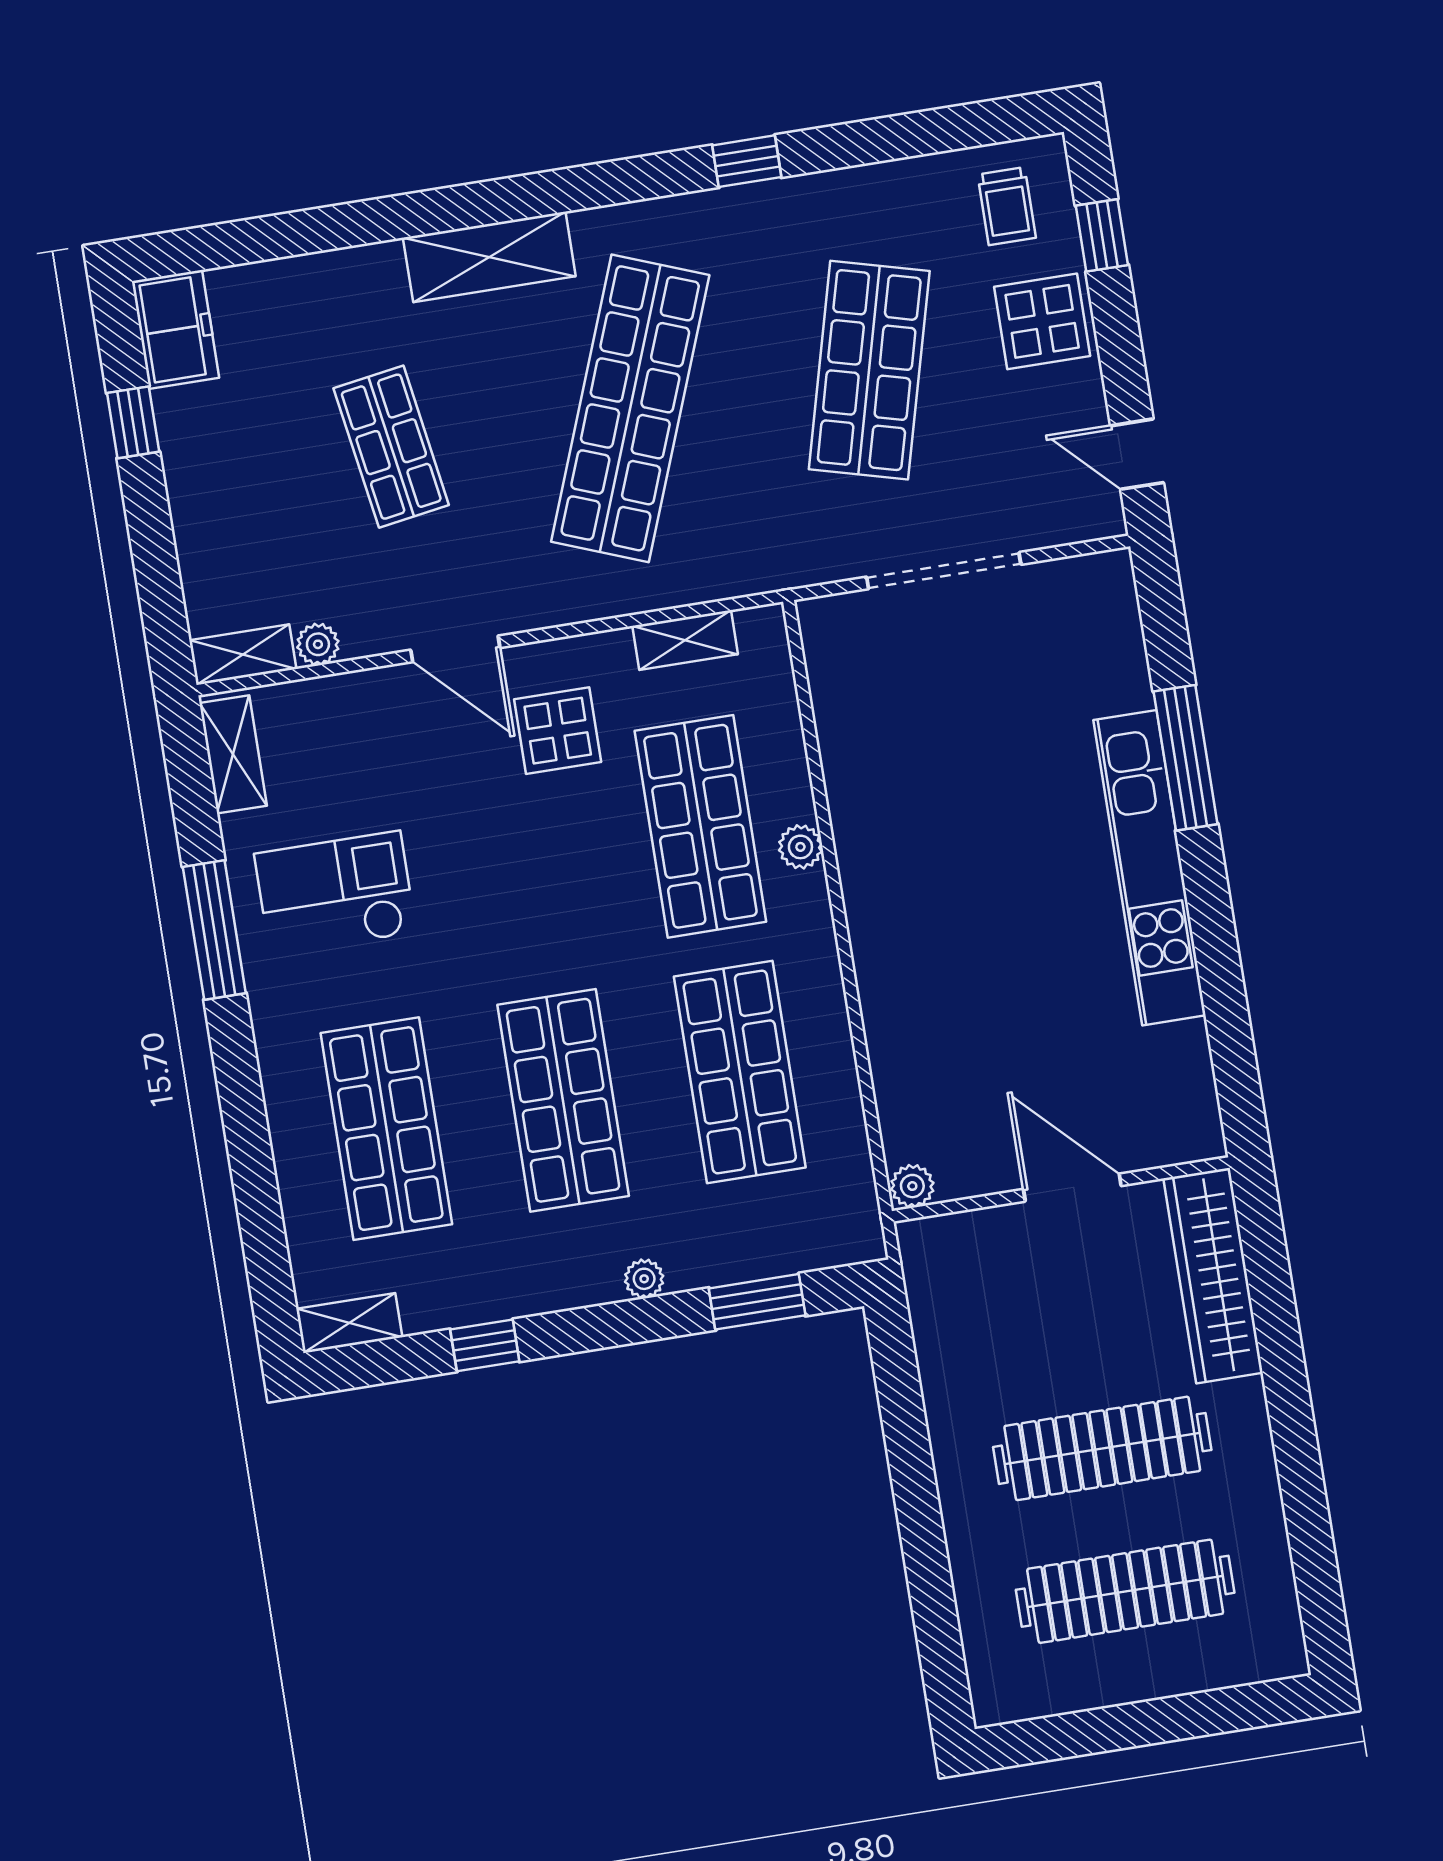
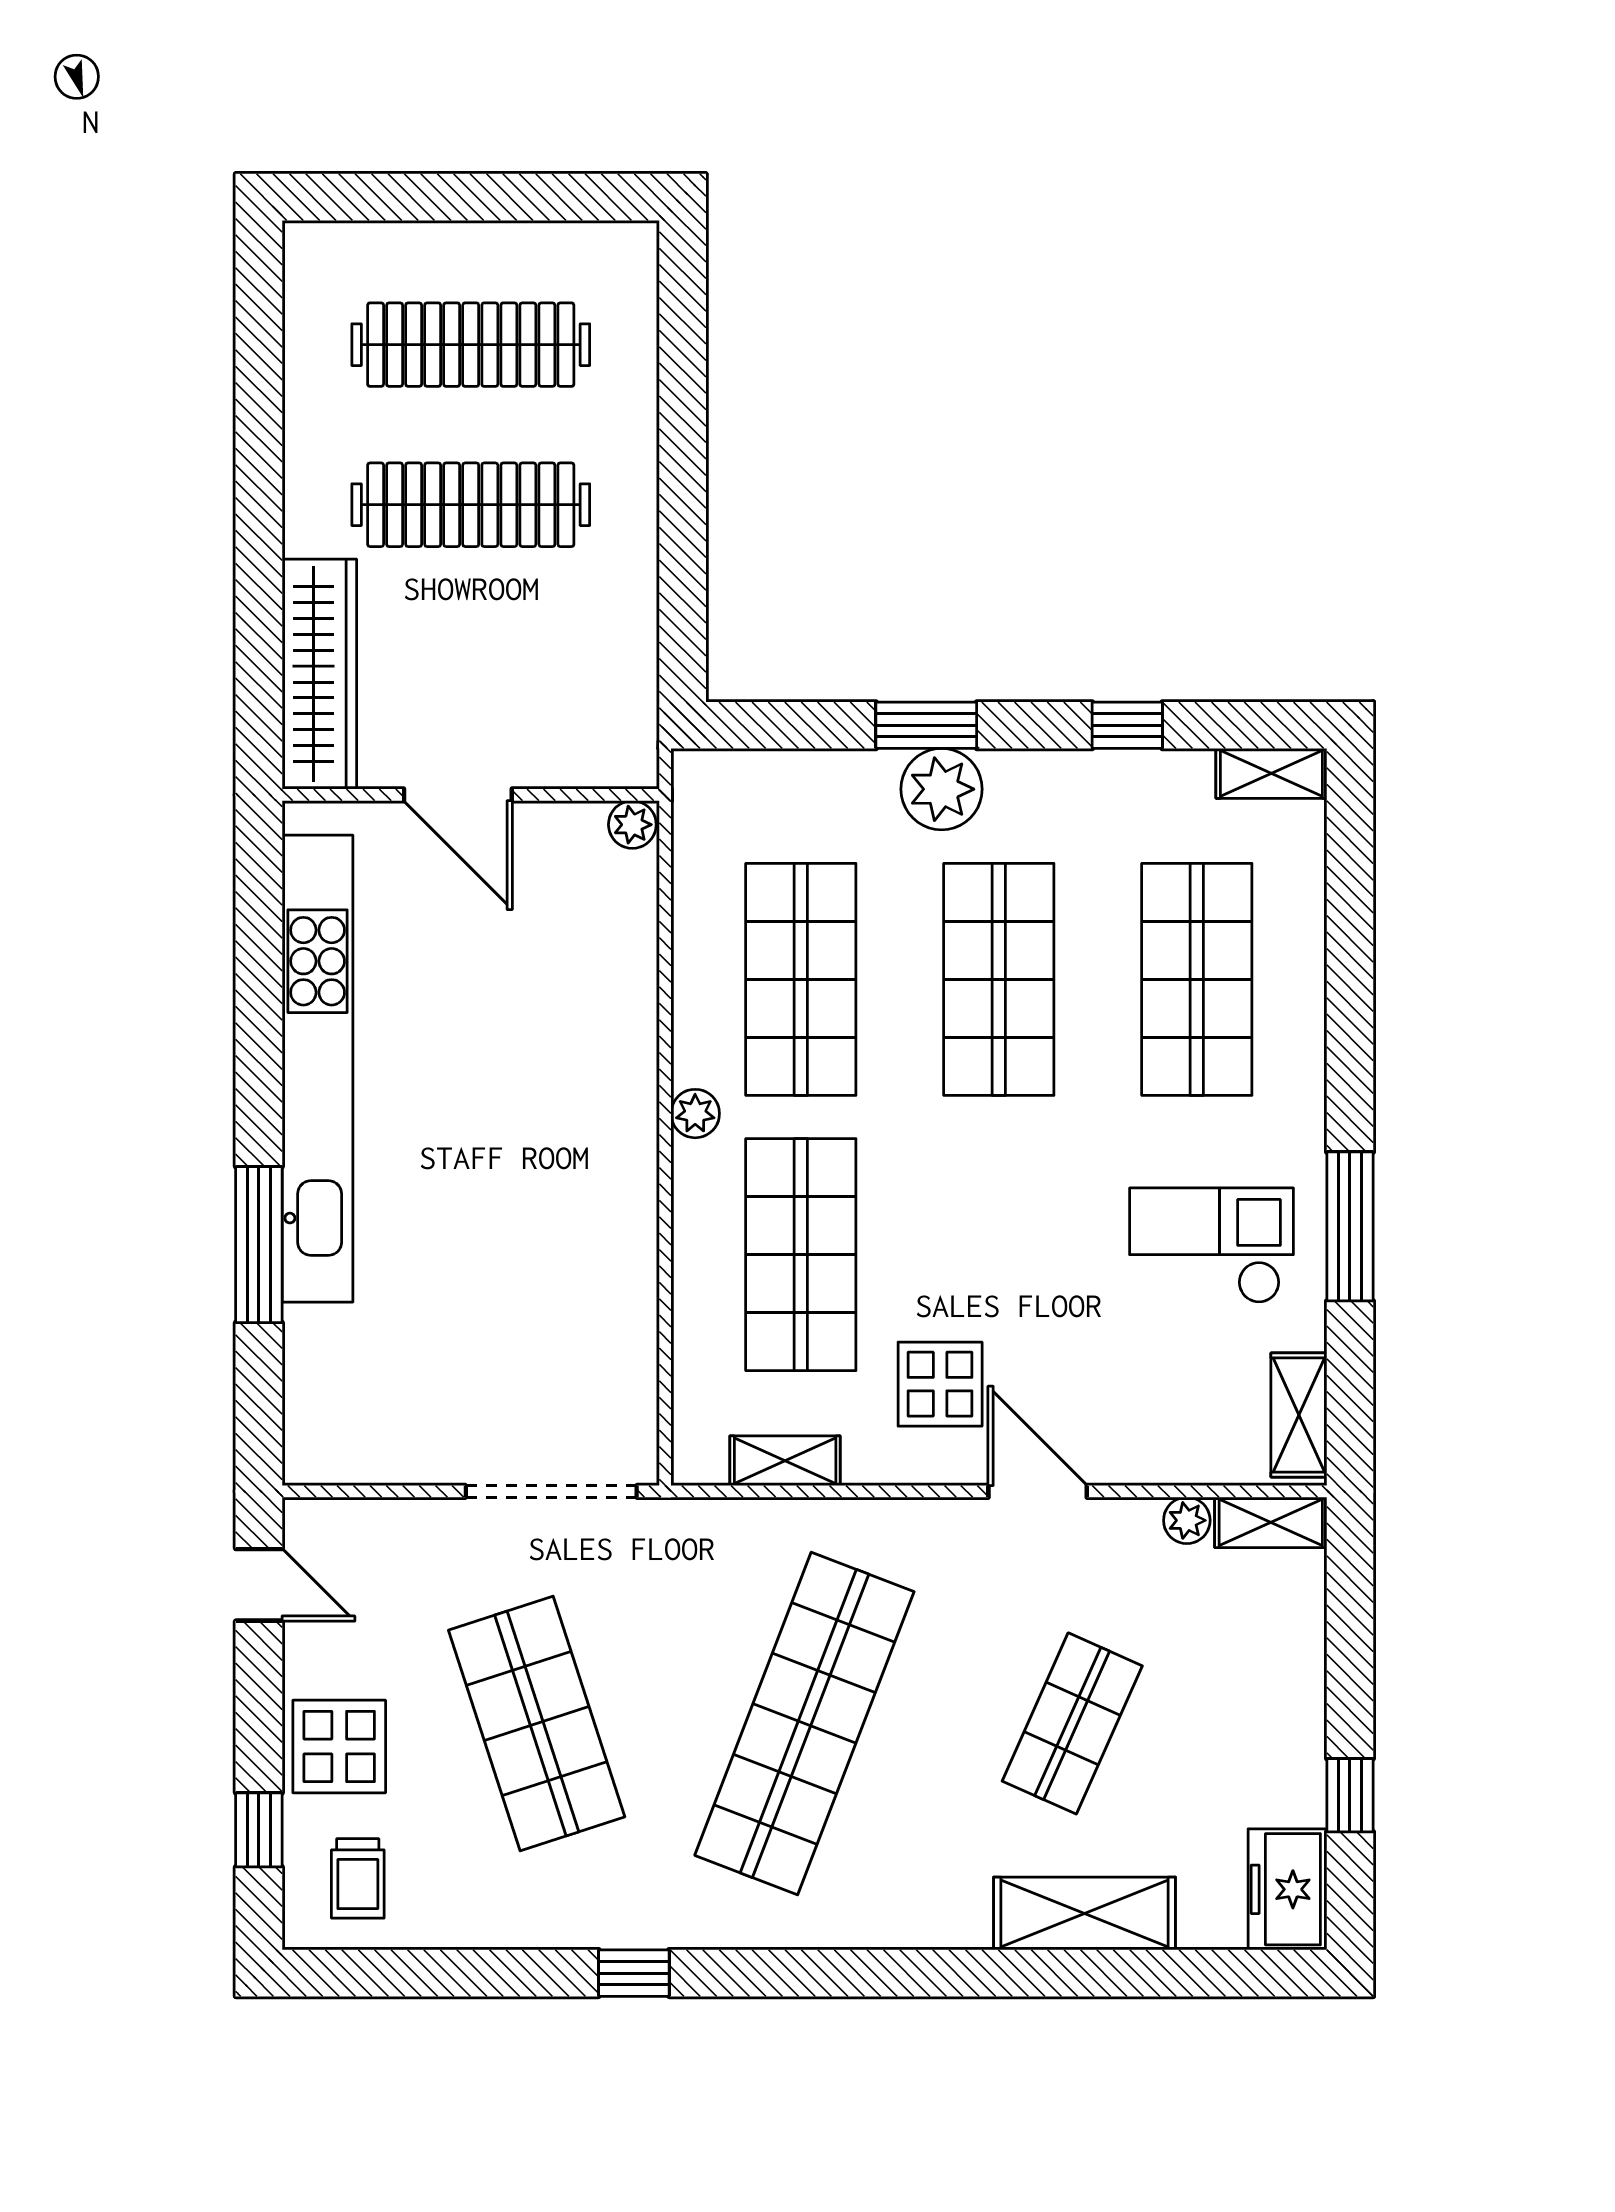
trolley: (1007, 206) -> (358, 1878), turned 180
shelving: (489, 257) -> (1085, 1913), moved
shop shelf: (869, 370) -> (537, 1723), turned -33
shop shelf: (391, 447) -> (1072, 1723), turned 33
doorway: (944, 571) -> (551, 1491), moved
plant: (800, 847) -> (695, 1114), moved
kitchen unit: (1150, 868) -> (318, 1069), width x1.36
checkout: (335, 893) -> (1211, 1245), turned 180
plant: (644, 1279) -> (942, 789), width x1.88, depth x1.88
window: (757, 1302) -> (926, 725), moved

